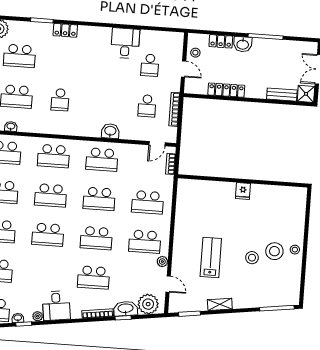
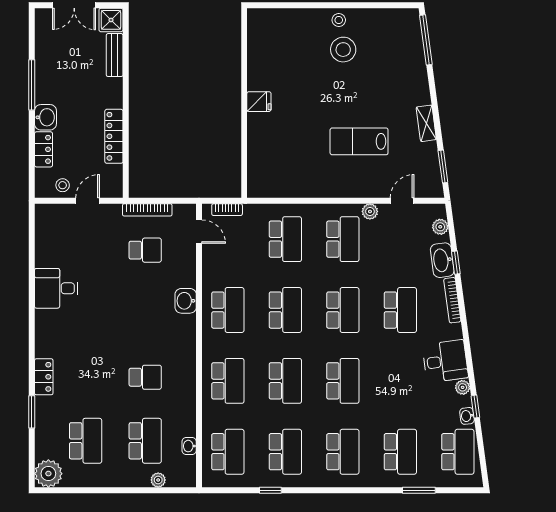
school desk: (150, 65) -> (86, 250), removed
stool: (252, 258) -> (355, 81), removed
plant: (148, 304) -> (440, 227), width x0.53, depth x0.53

